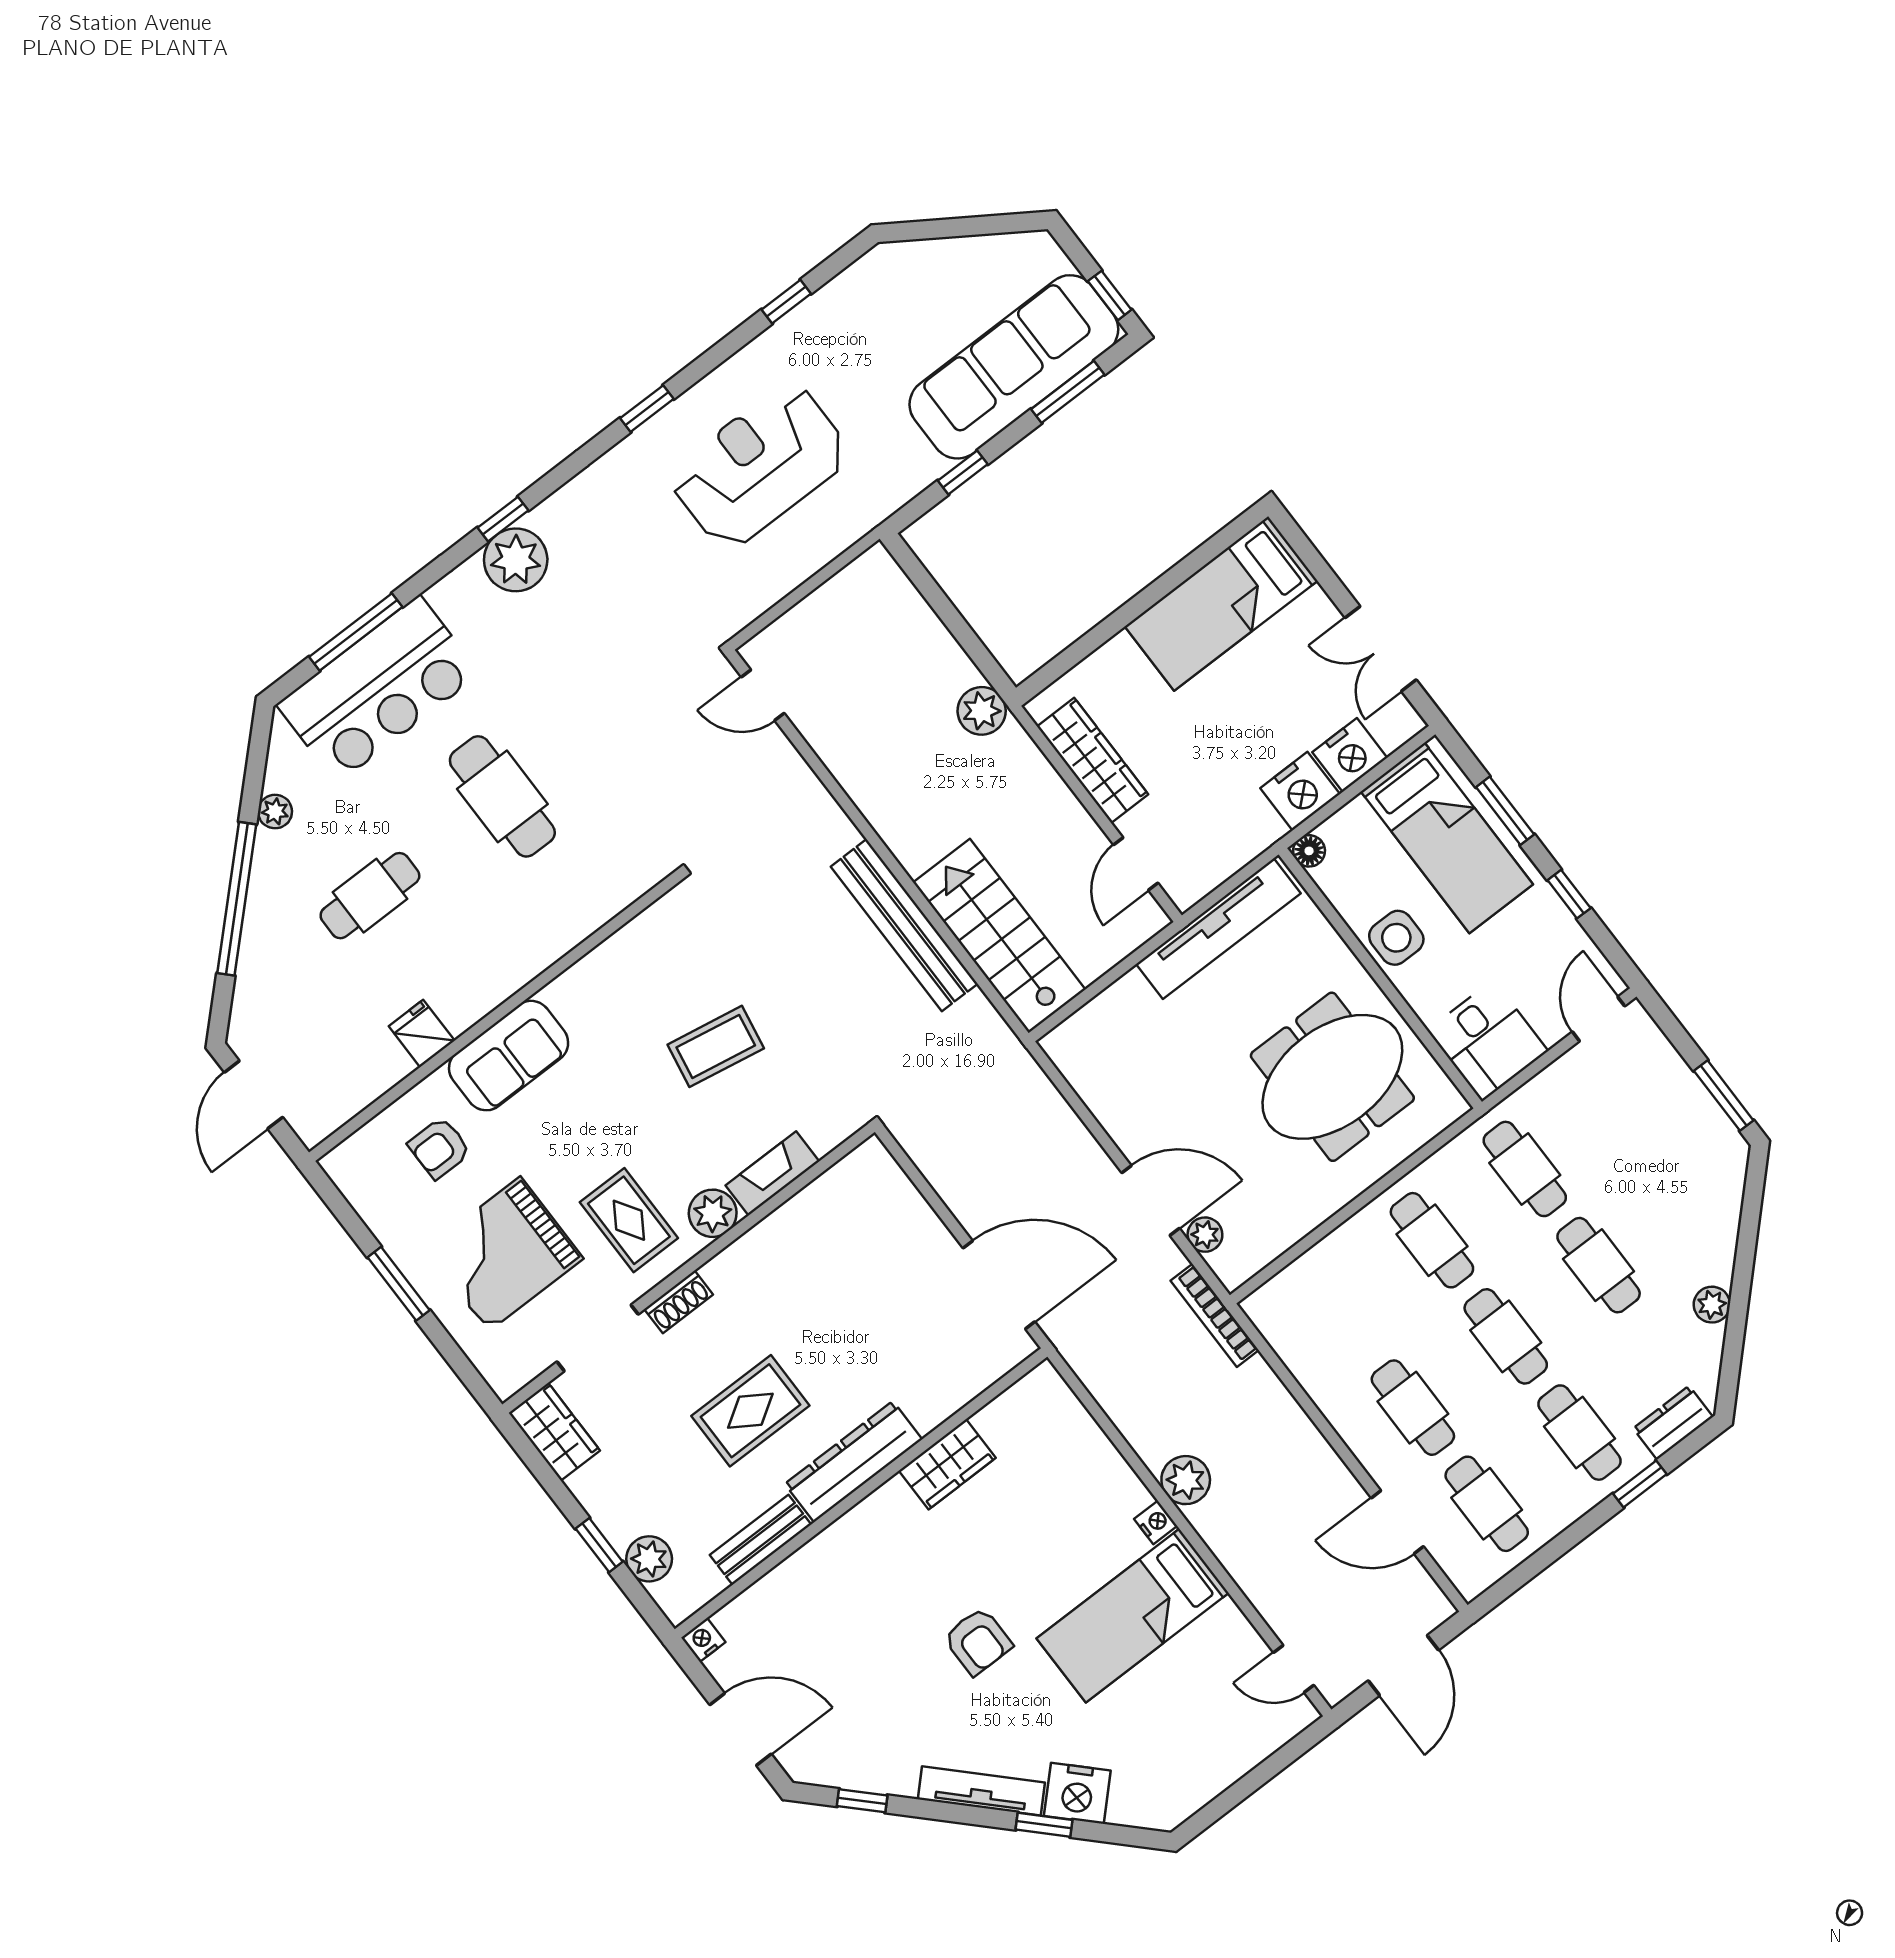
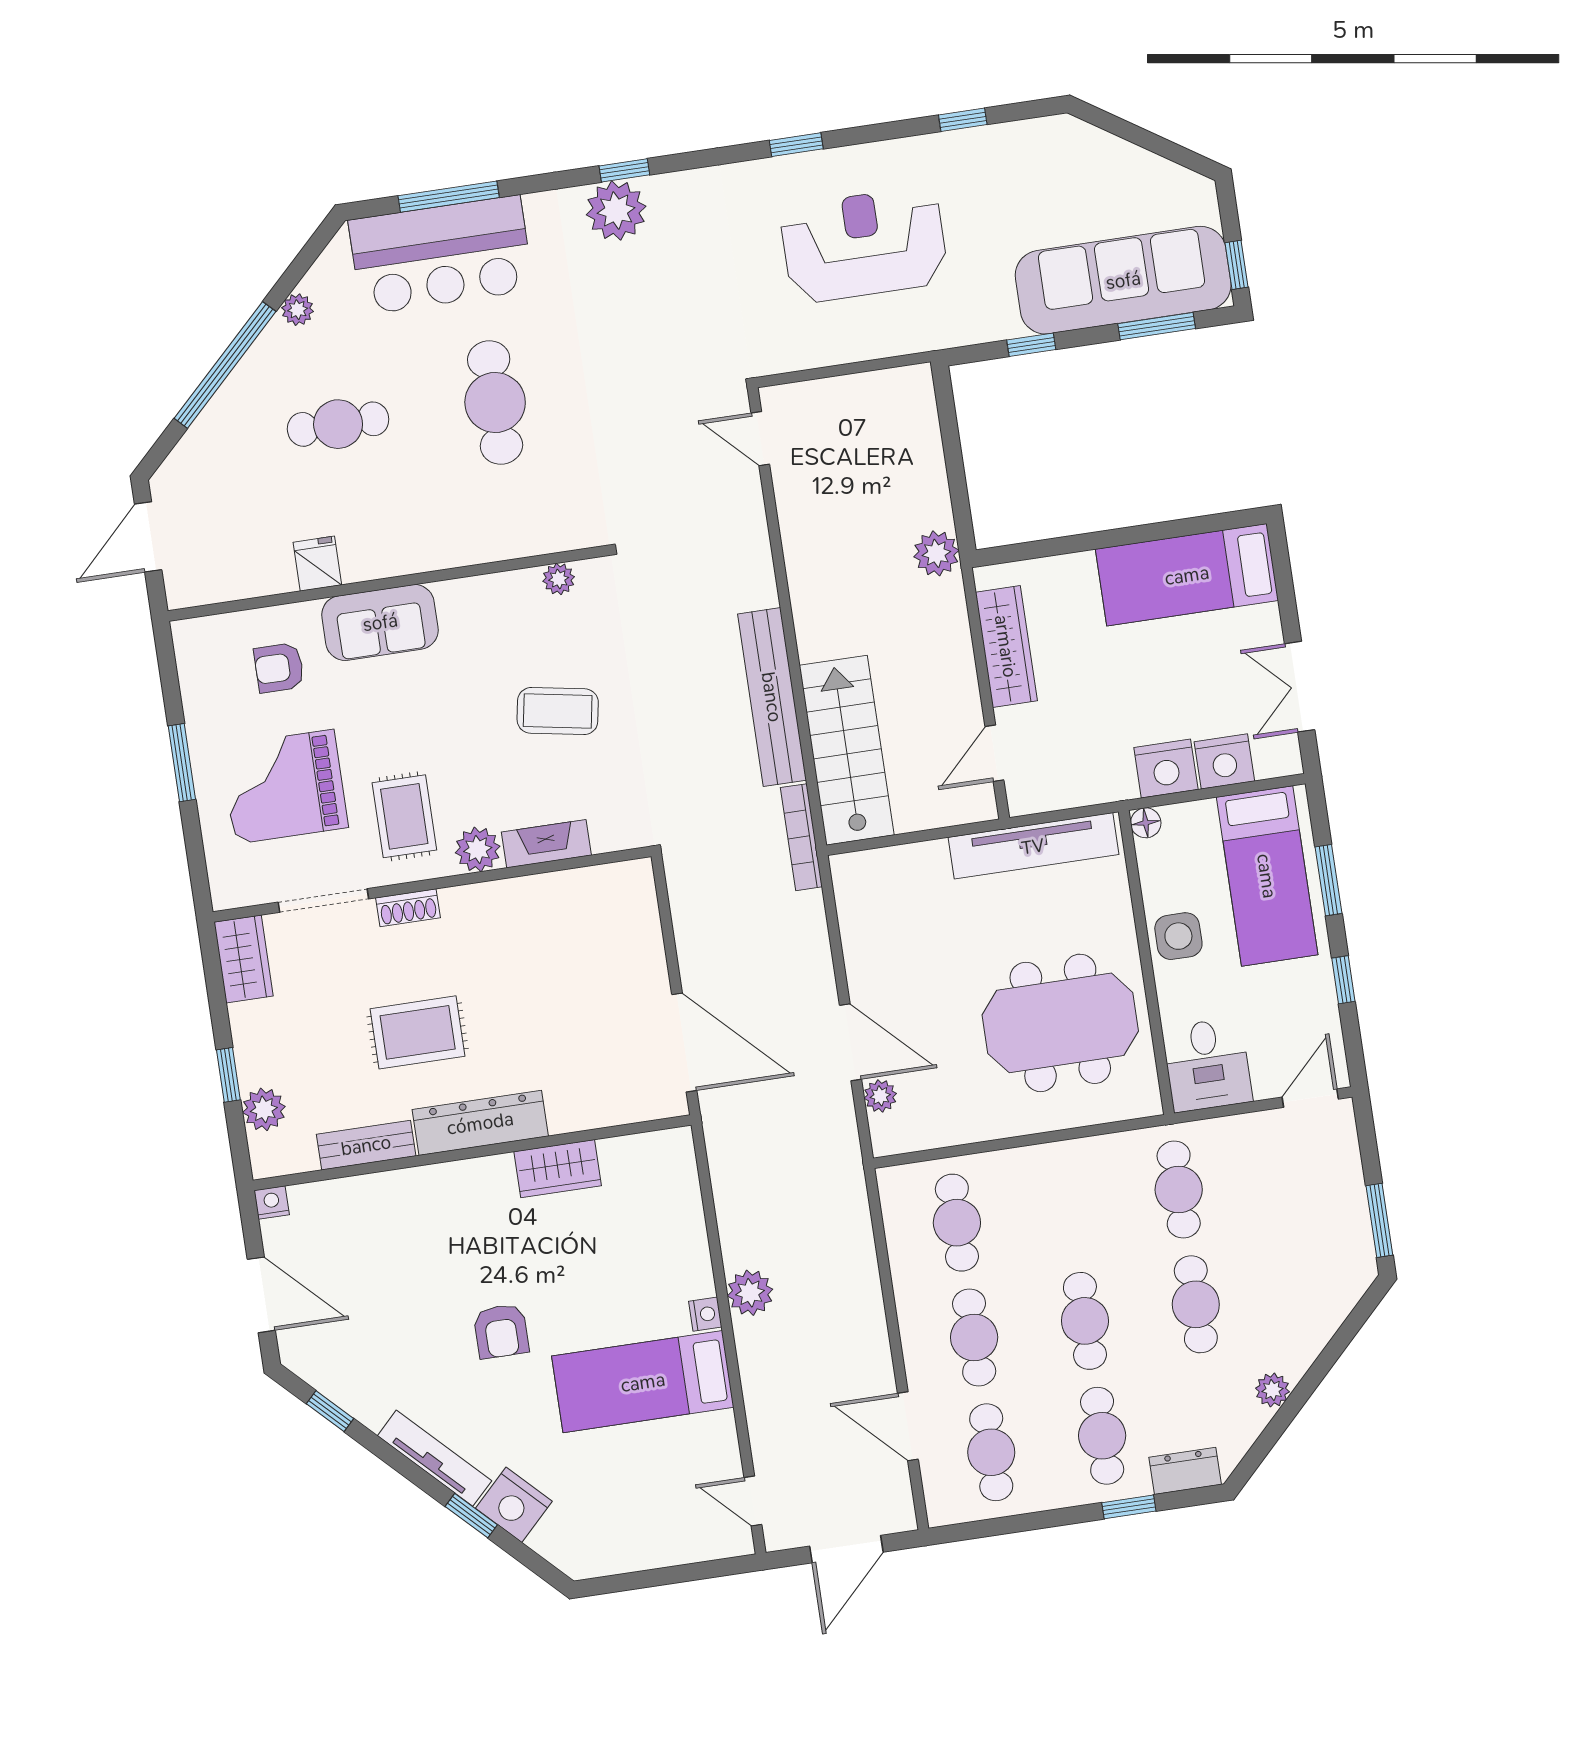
plant: (650, 925) -> (559, 579), added
cafe table: (1432, 1240) -> (957, 1223), moved
bookcase: (1215, 1315) -> (801, 837), moved

